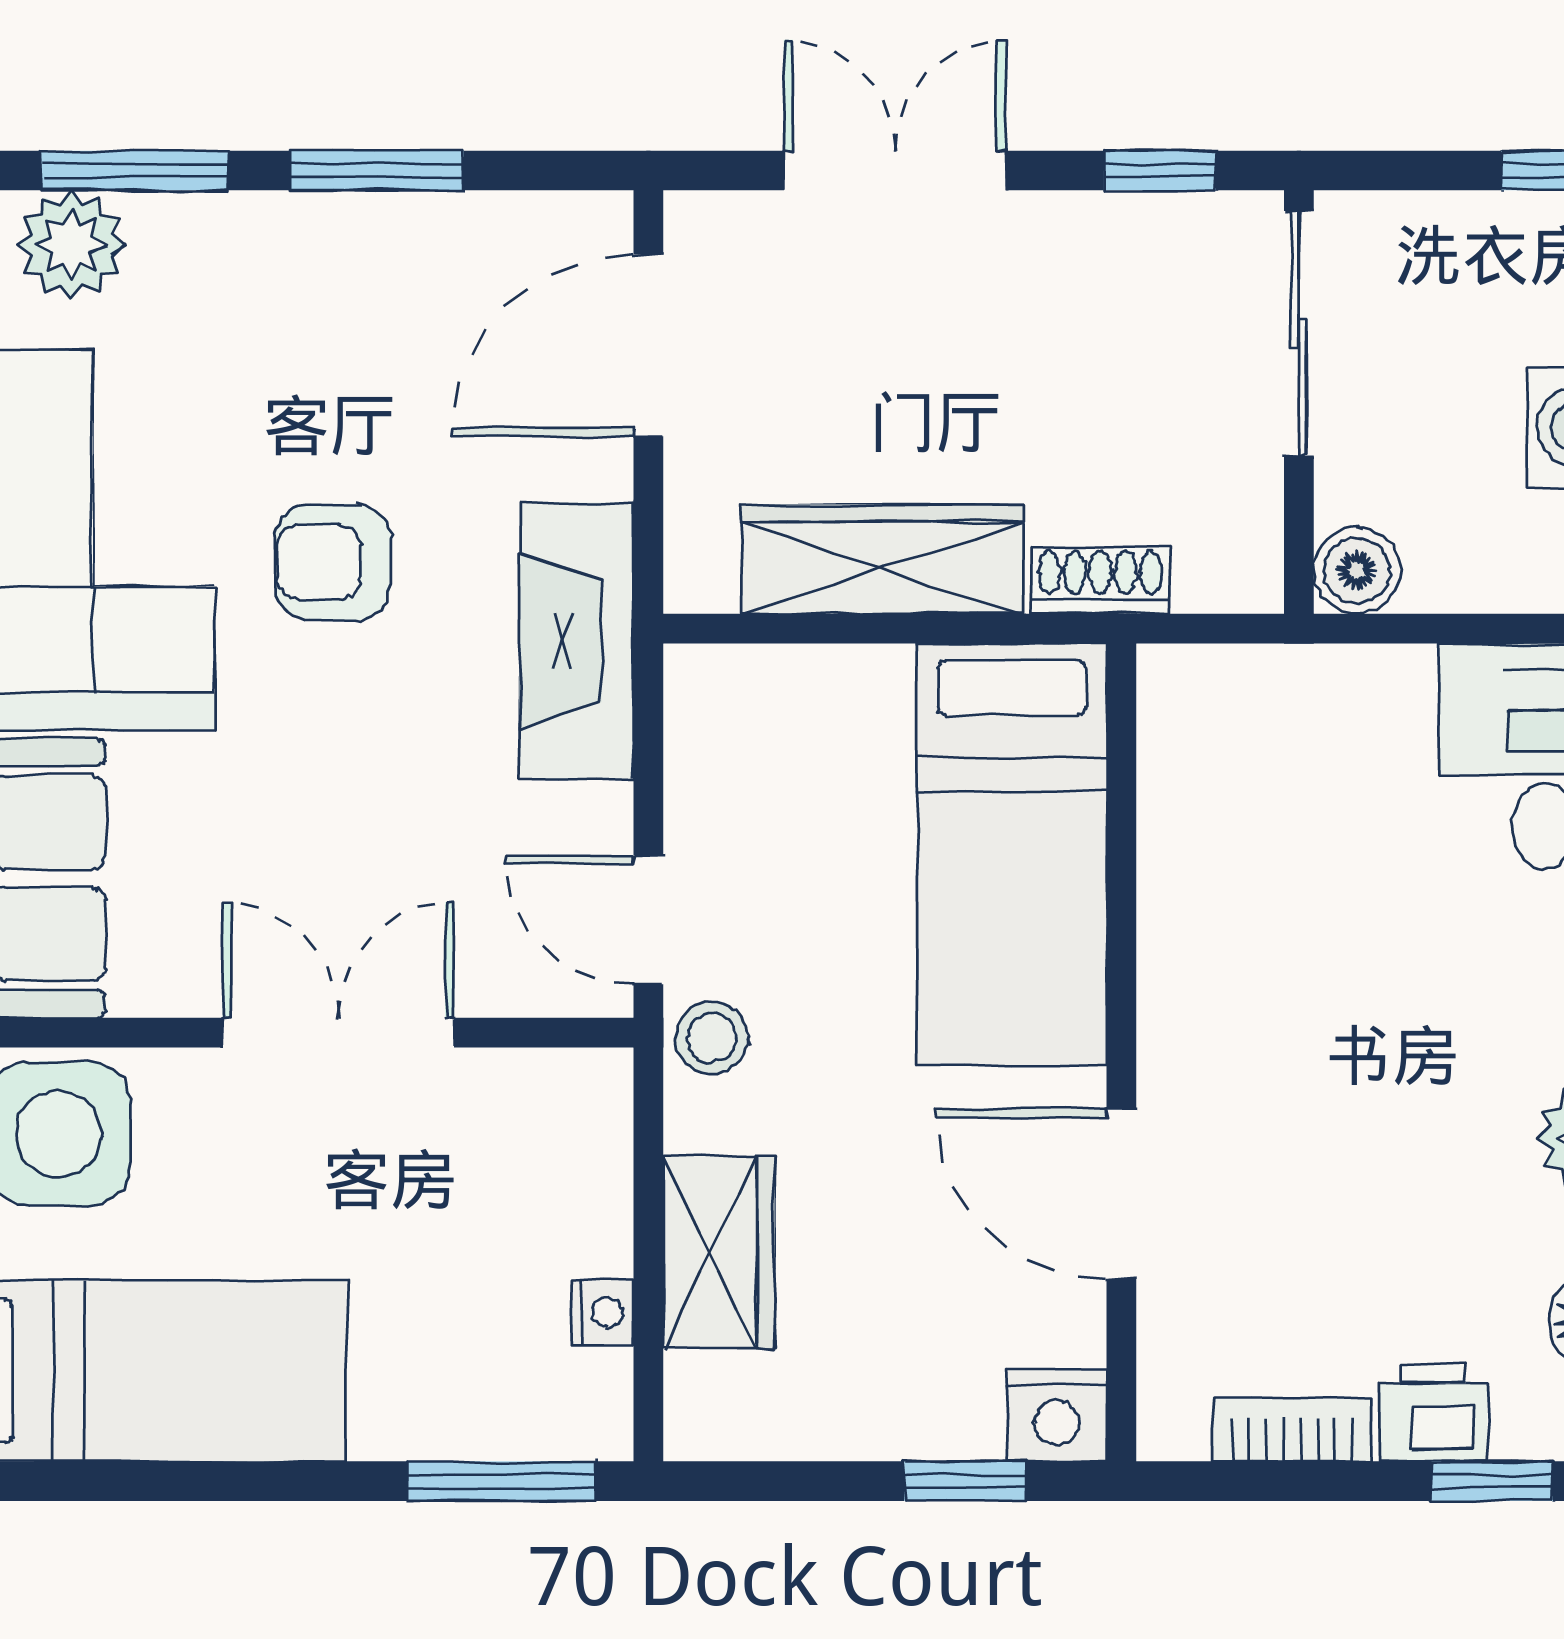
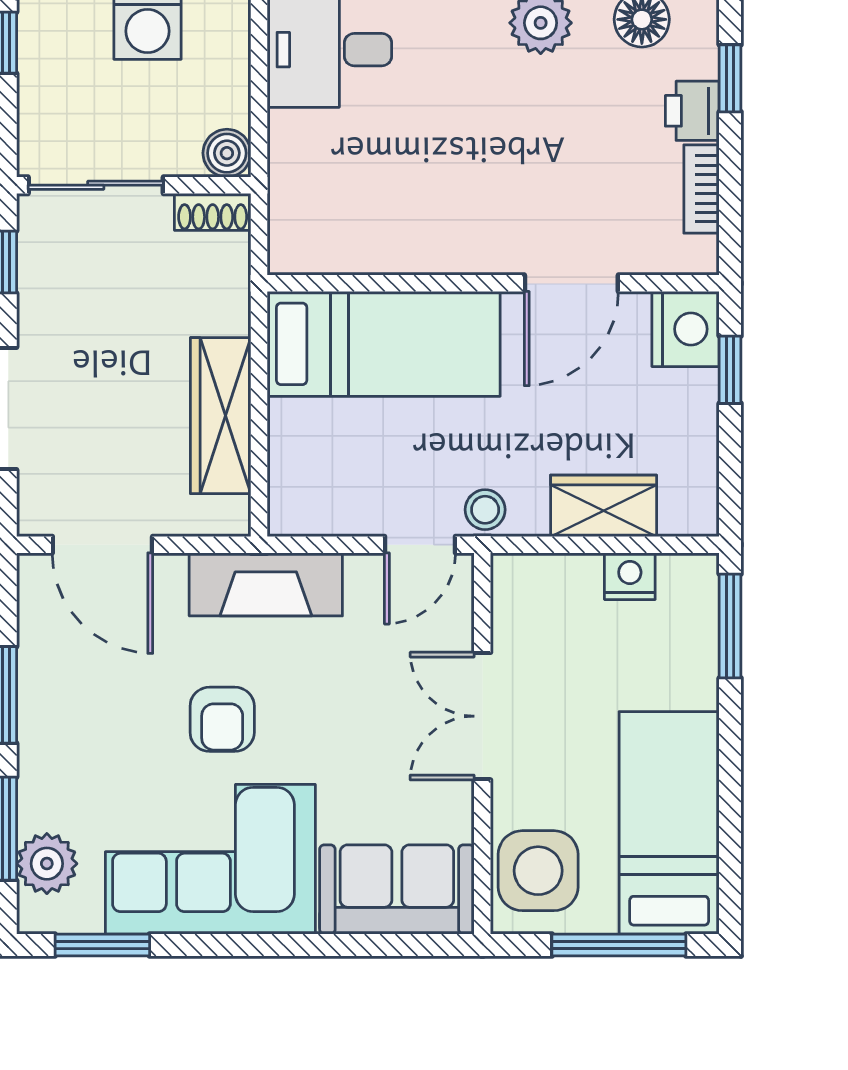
shoe rack: (1100, 580) -> (213, 212), moved, turned -90
nightstand: (602, 1313) -> (630, 576), width x1.39, depth x1.35
nightstand: (1057, 1415) -> (685, 329), width x1.36, depth x1.33

